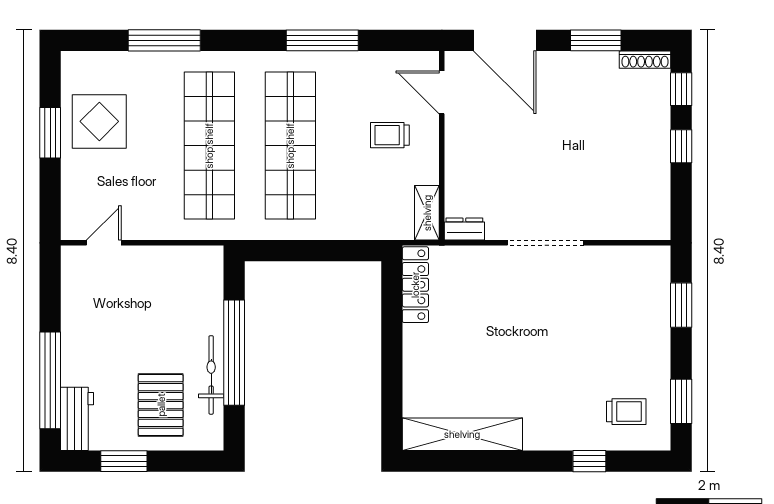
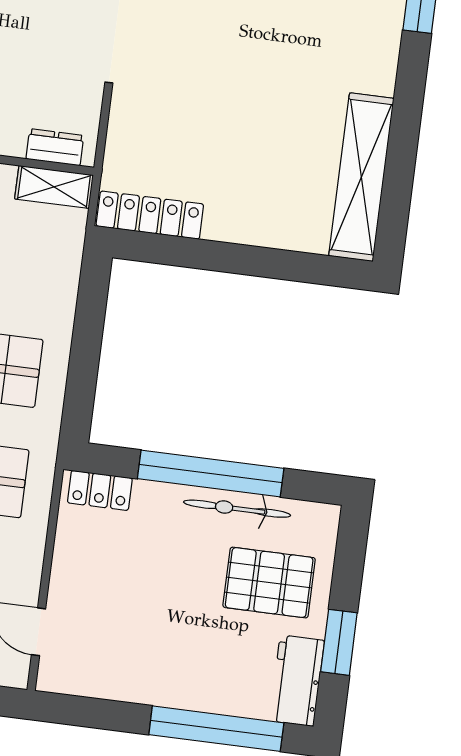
dresser: (464, 229) -> (55, 147), moved, turned 90
locker: (212, 274) -> (100, 490), added
workbench: (77, 419) -> (297, 681), moved, turned -90

